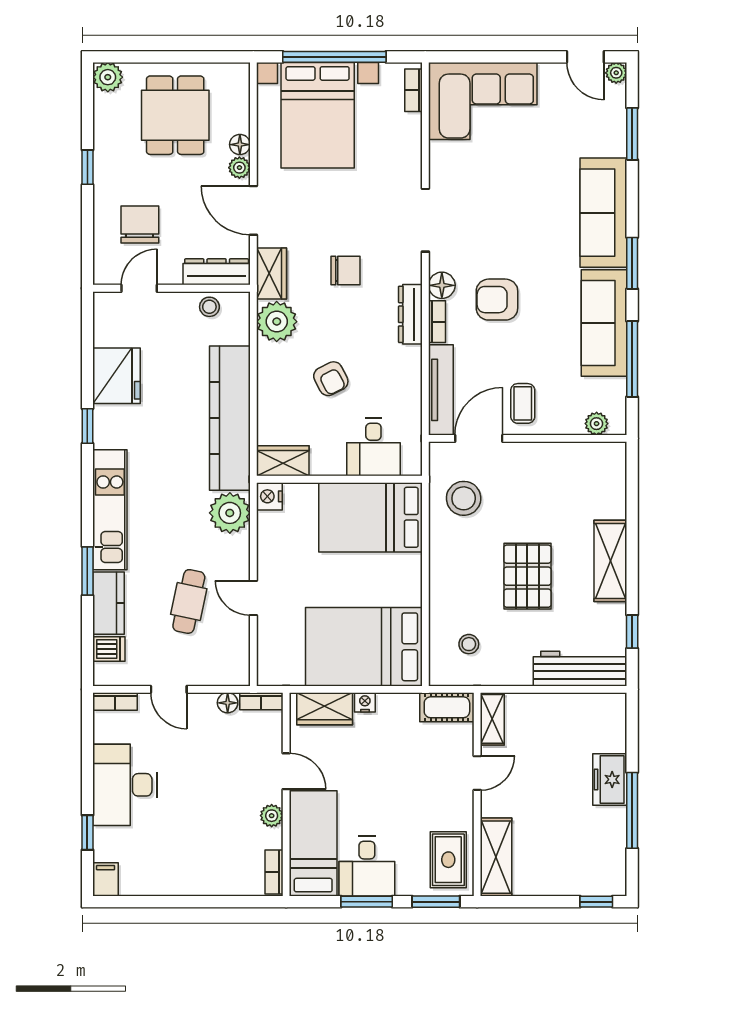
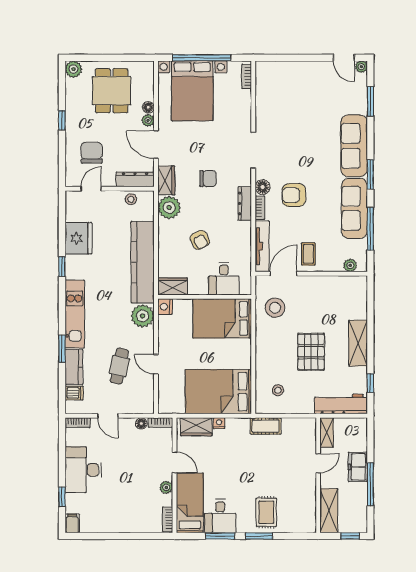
corner sofa: (483, 101) -> (286, 83), removed
shelving: (492, 719) -> (327, 433), moved
door: (477, 773) -> (318, 463), moved
wall: (477, 794) -> (318, 475), moved
shelving: (496, 857) -> (329, 511), moved

